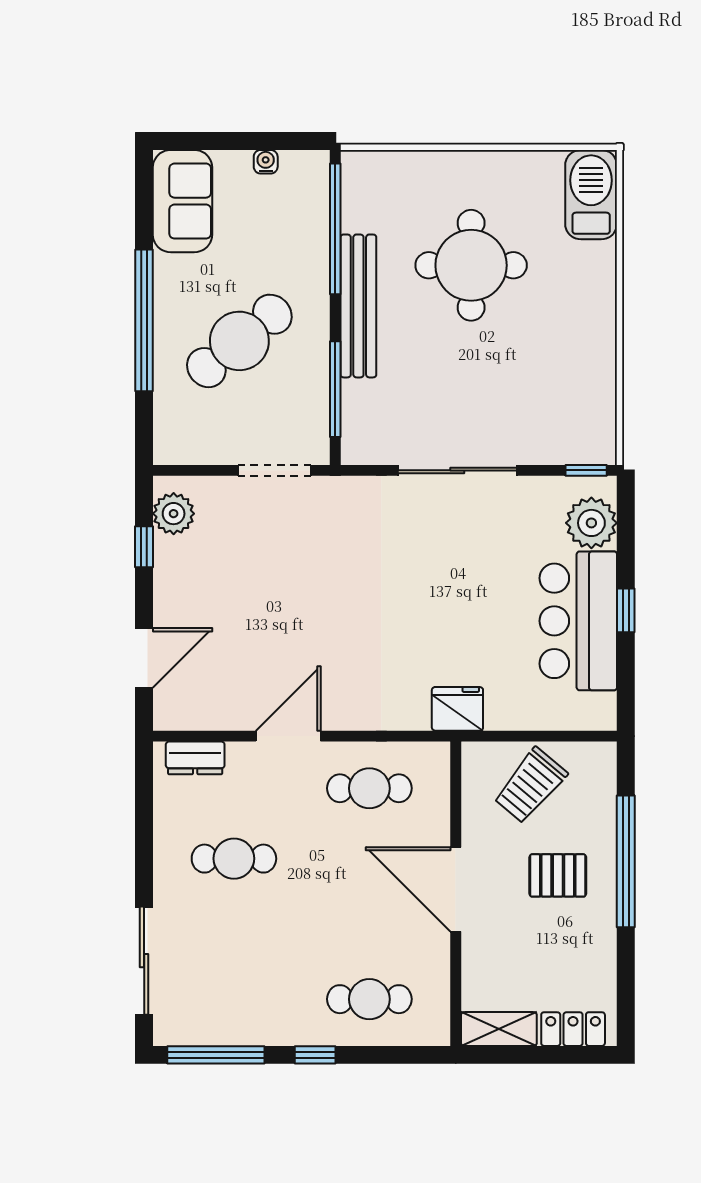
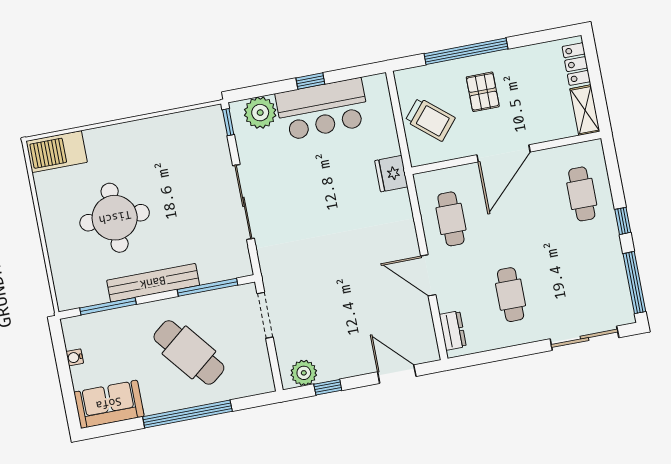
window: (335, 229) -> (108, 306), width x0.68

